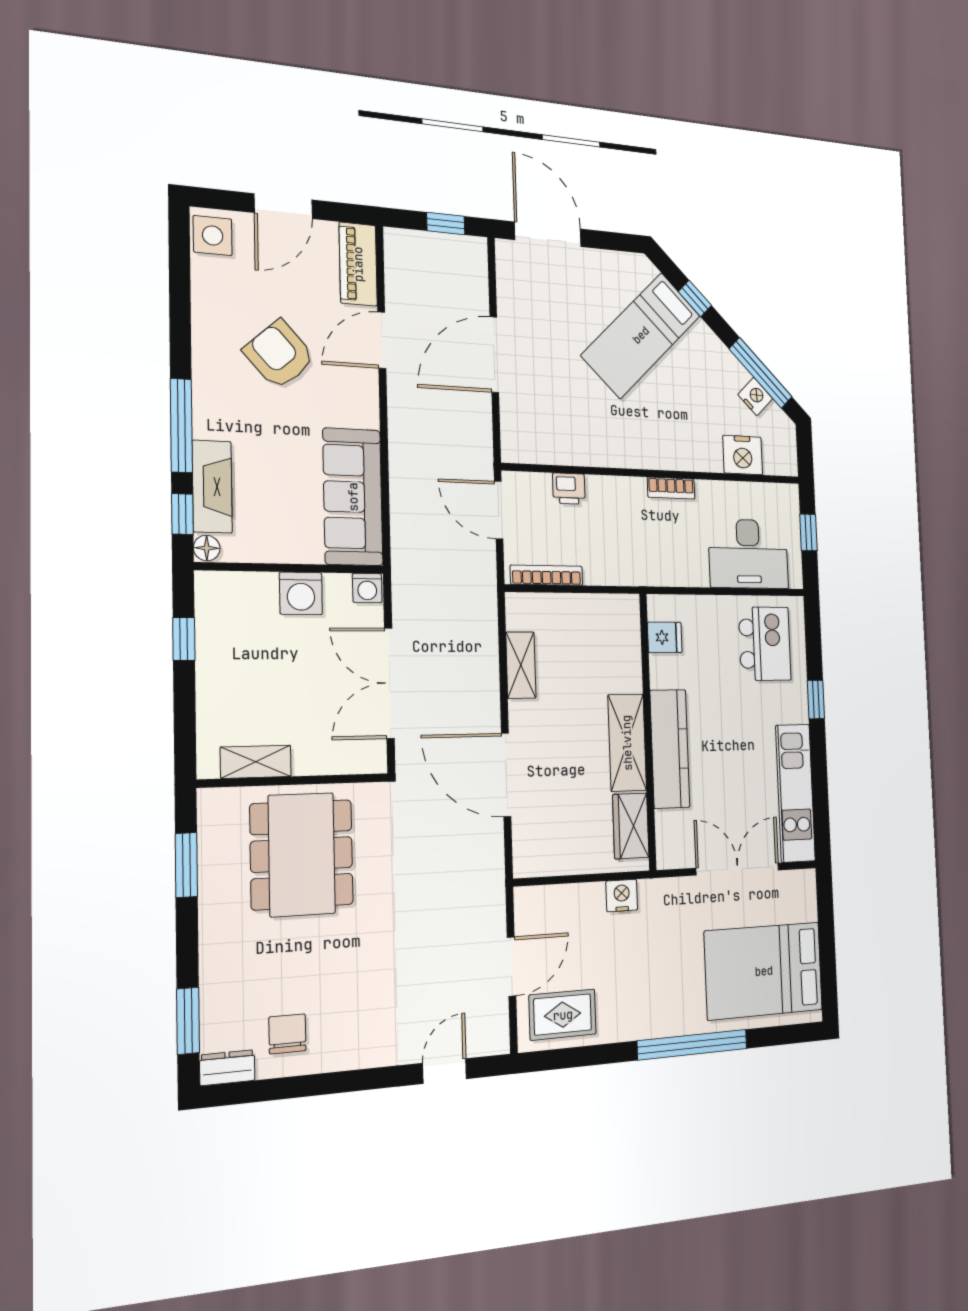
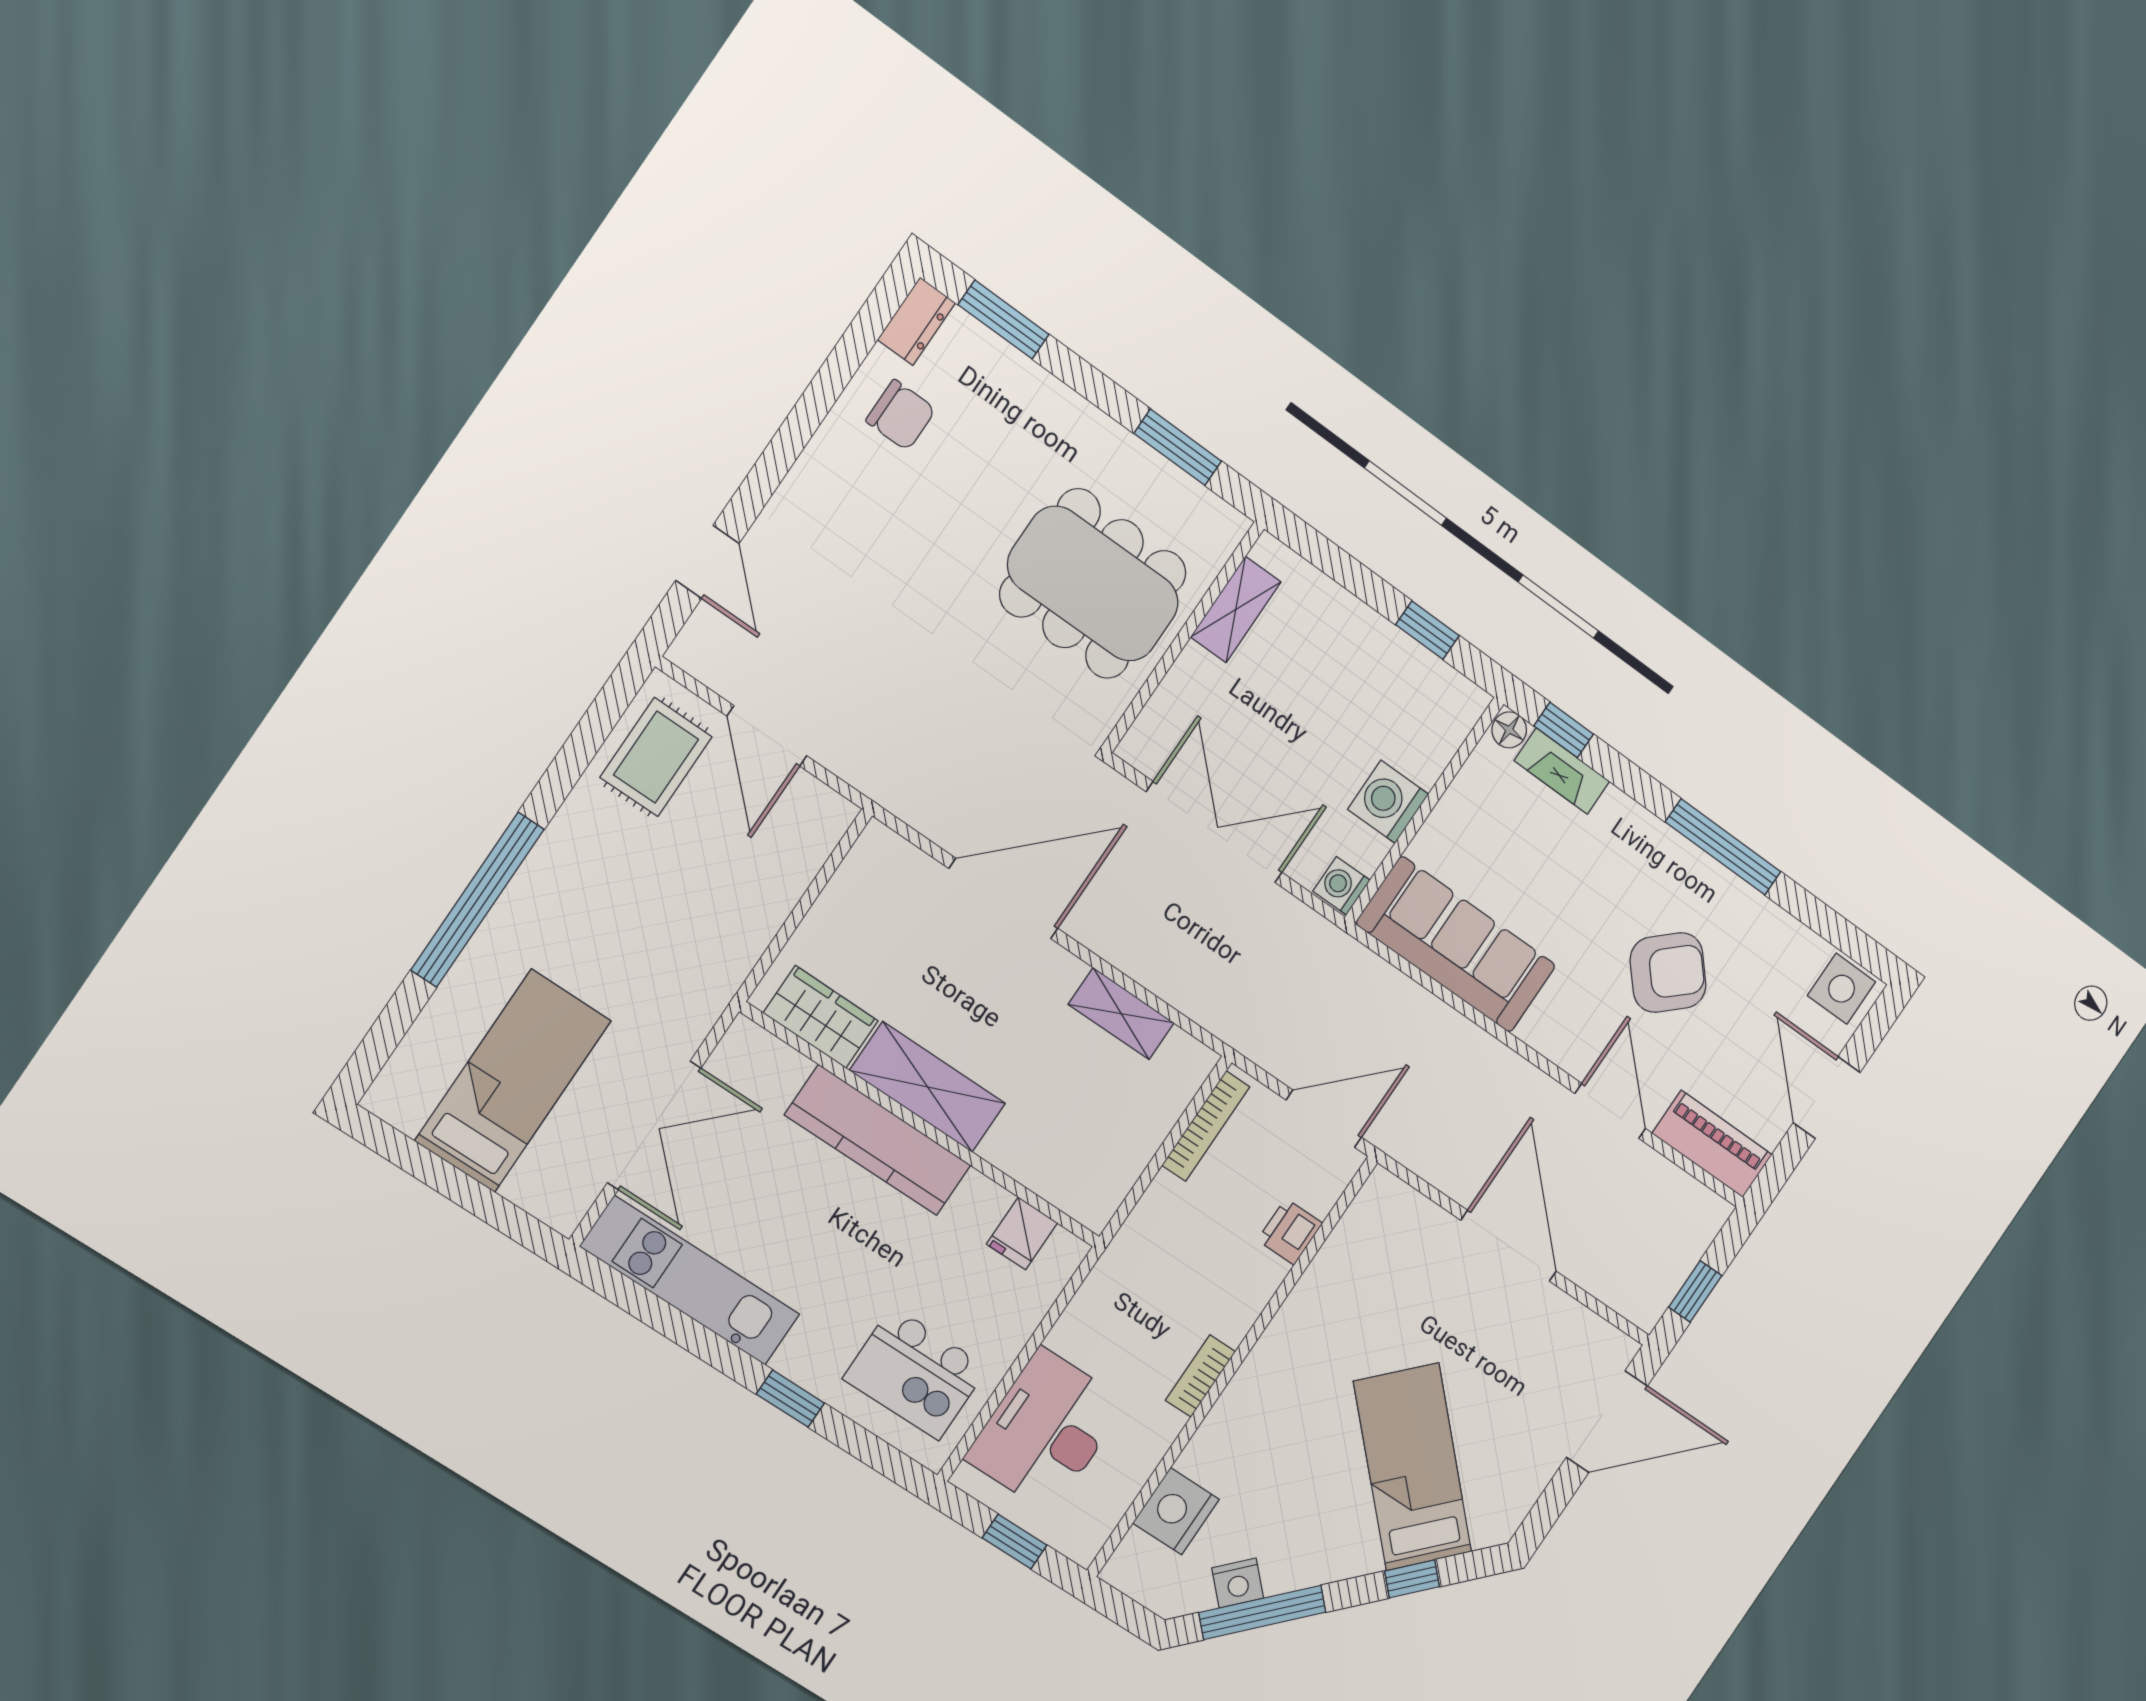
window: (181, 425) -> (1723, 847), moved
fireplace: (212, 487) -> (1562, 771), width x0.73, depth x0.76
nightstand: (622, 896) -> (743, 942), removed
bed: (764, 971) -> (513, 1081), width x0.67

